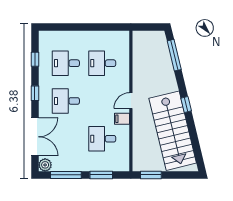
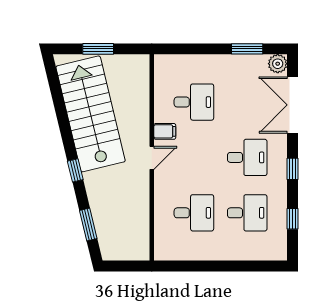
window: (174, 55) -> (88, 225), width x0.69
window: (186, 104) -> (75, 170), moved
window: (66, 175) -> (247, 49), width x0.69
window: (101, 175) -> (195, 49), removed
window: (151, 175) -> (98, 49), moved

